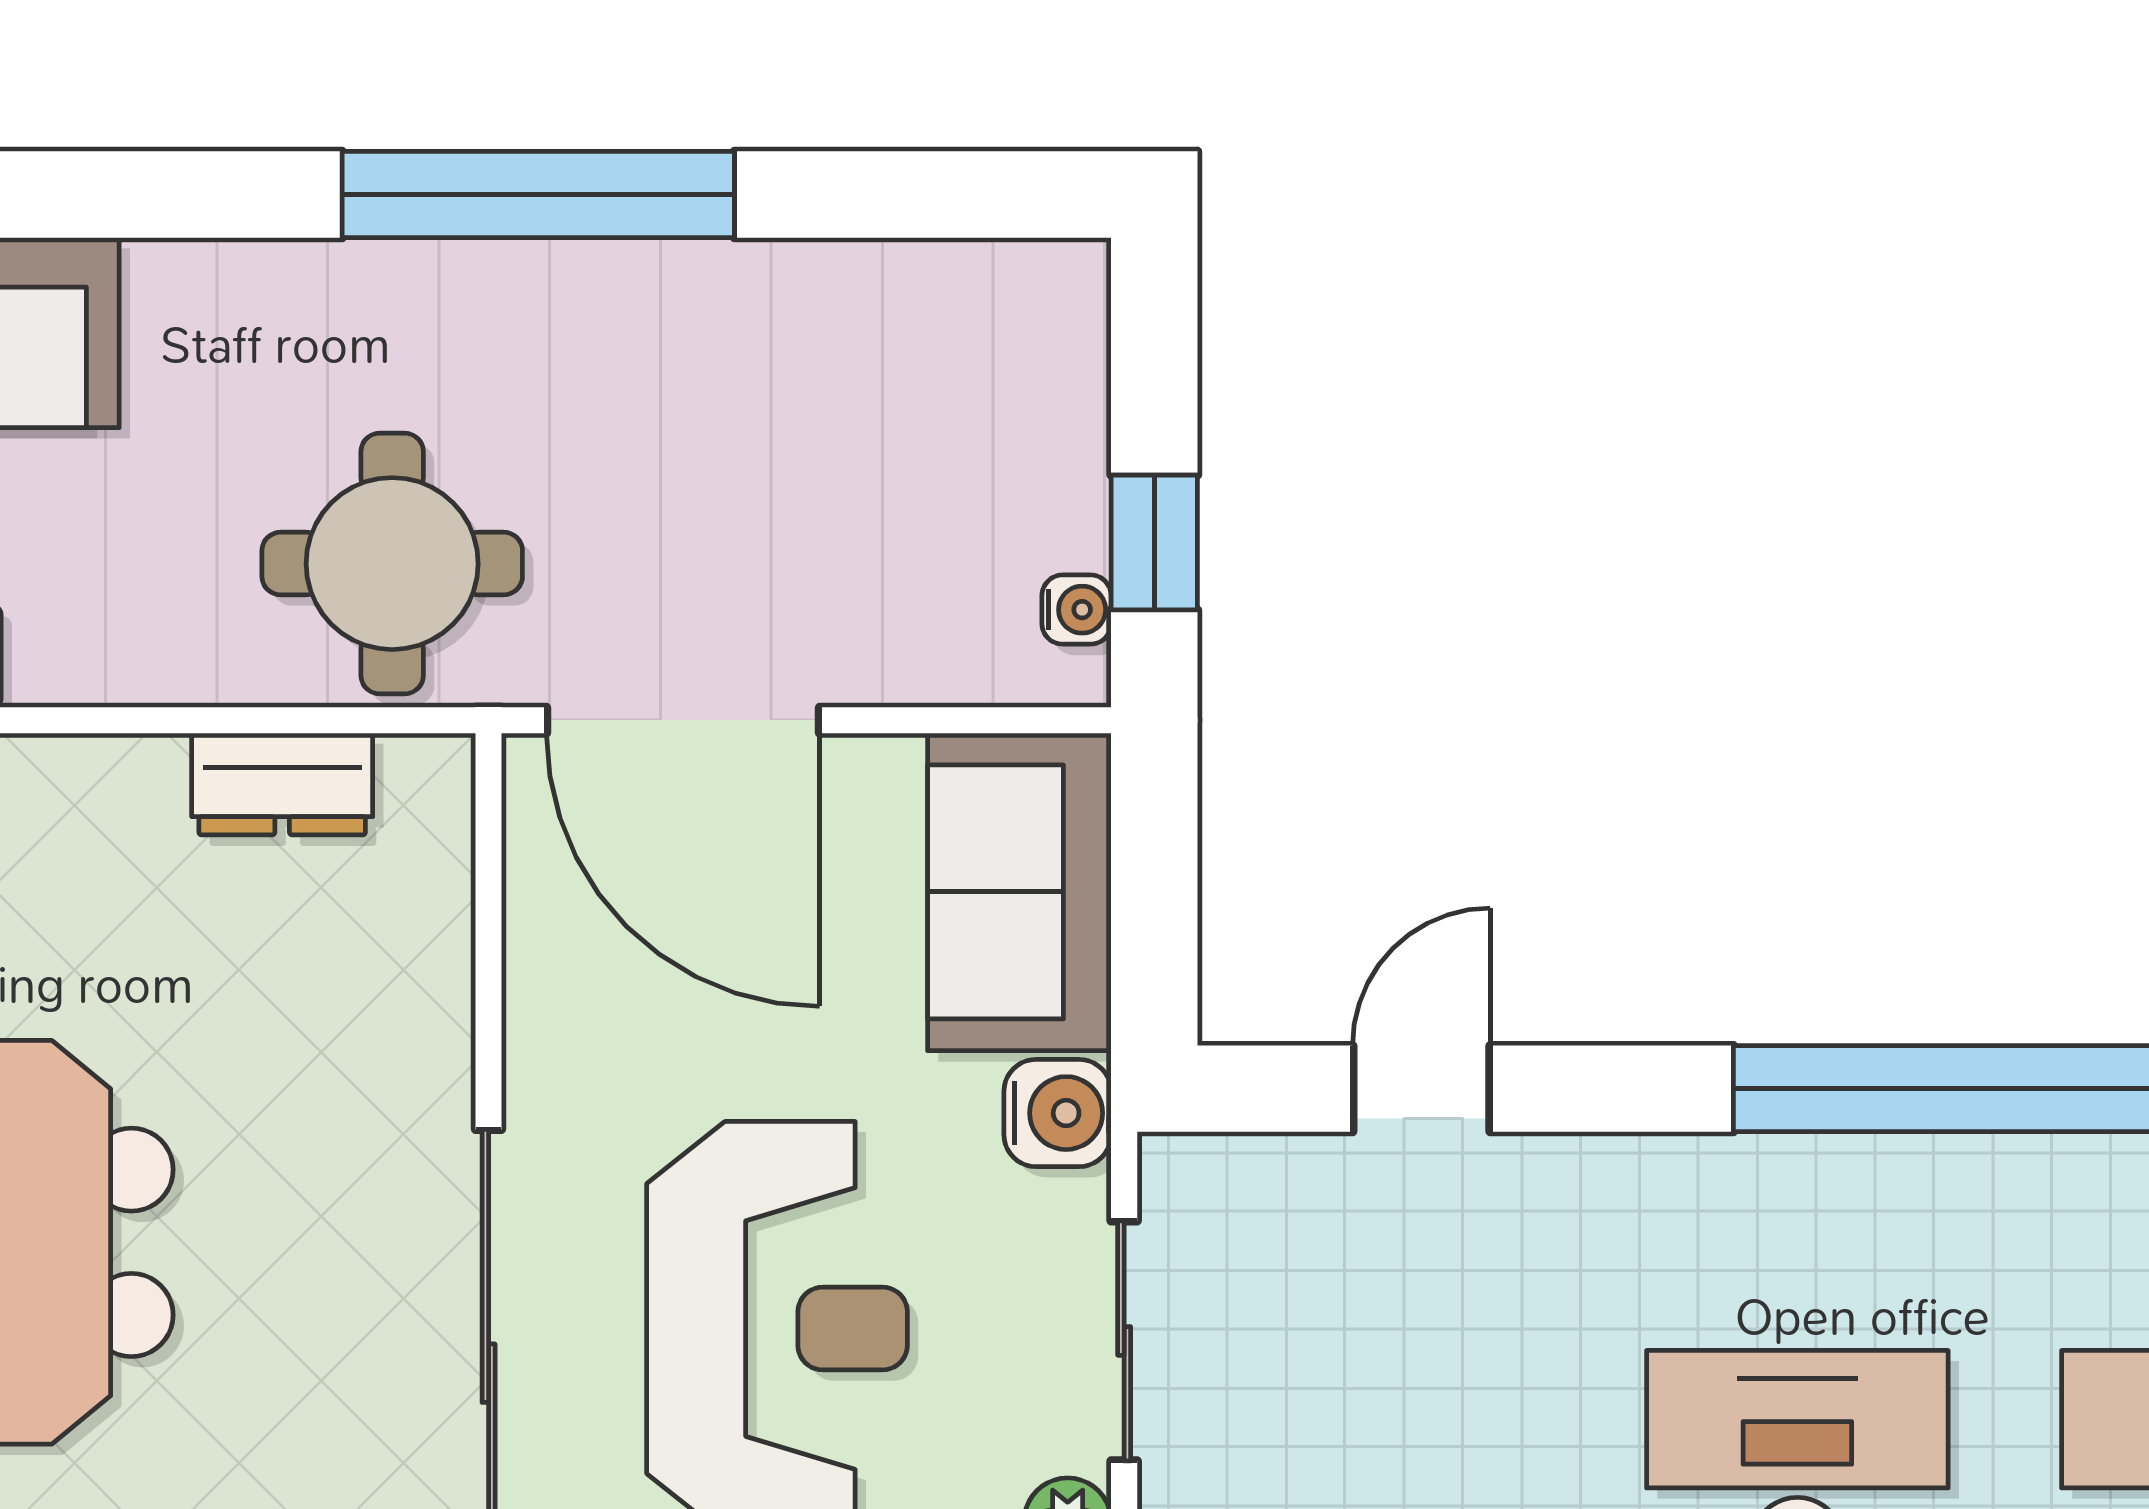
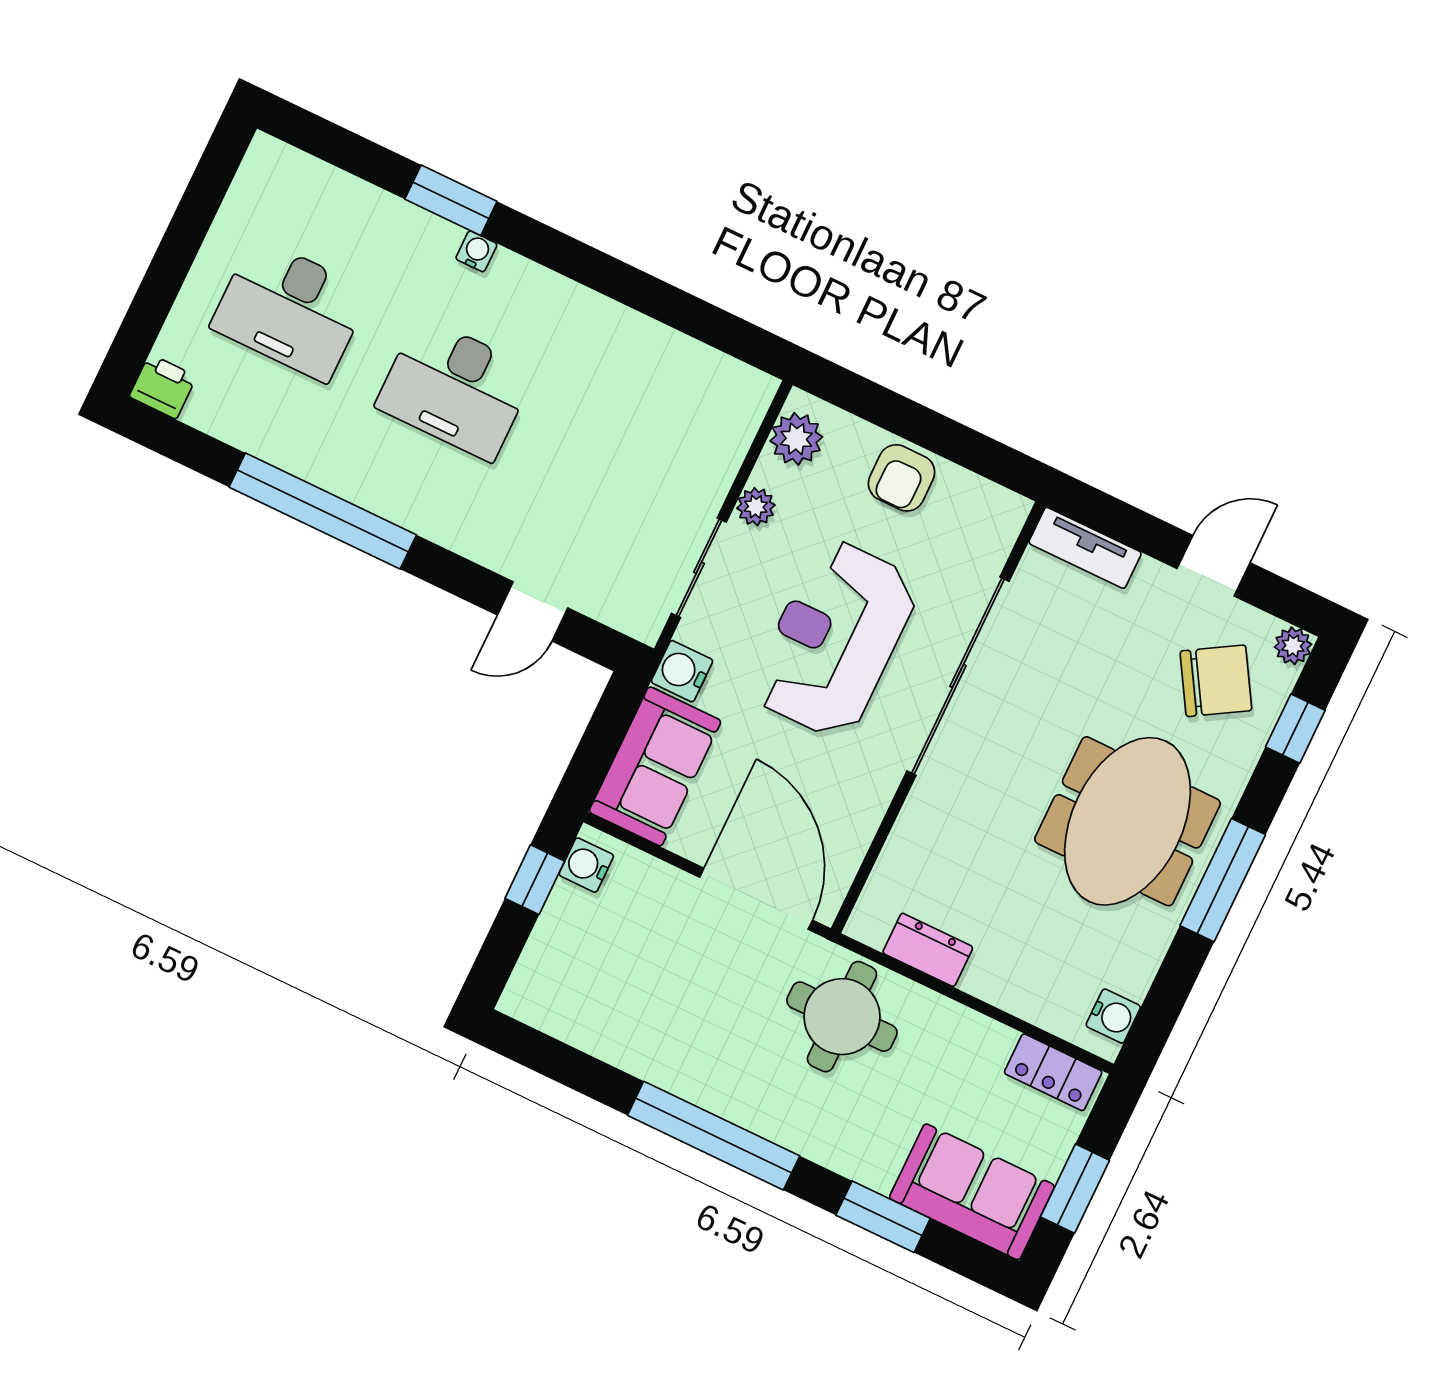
window: (112, 195) -> (883, 1217), added
water cooler: (1077, 610) -> (586, 865), width x1.38, depth x1.38

